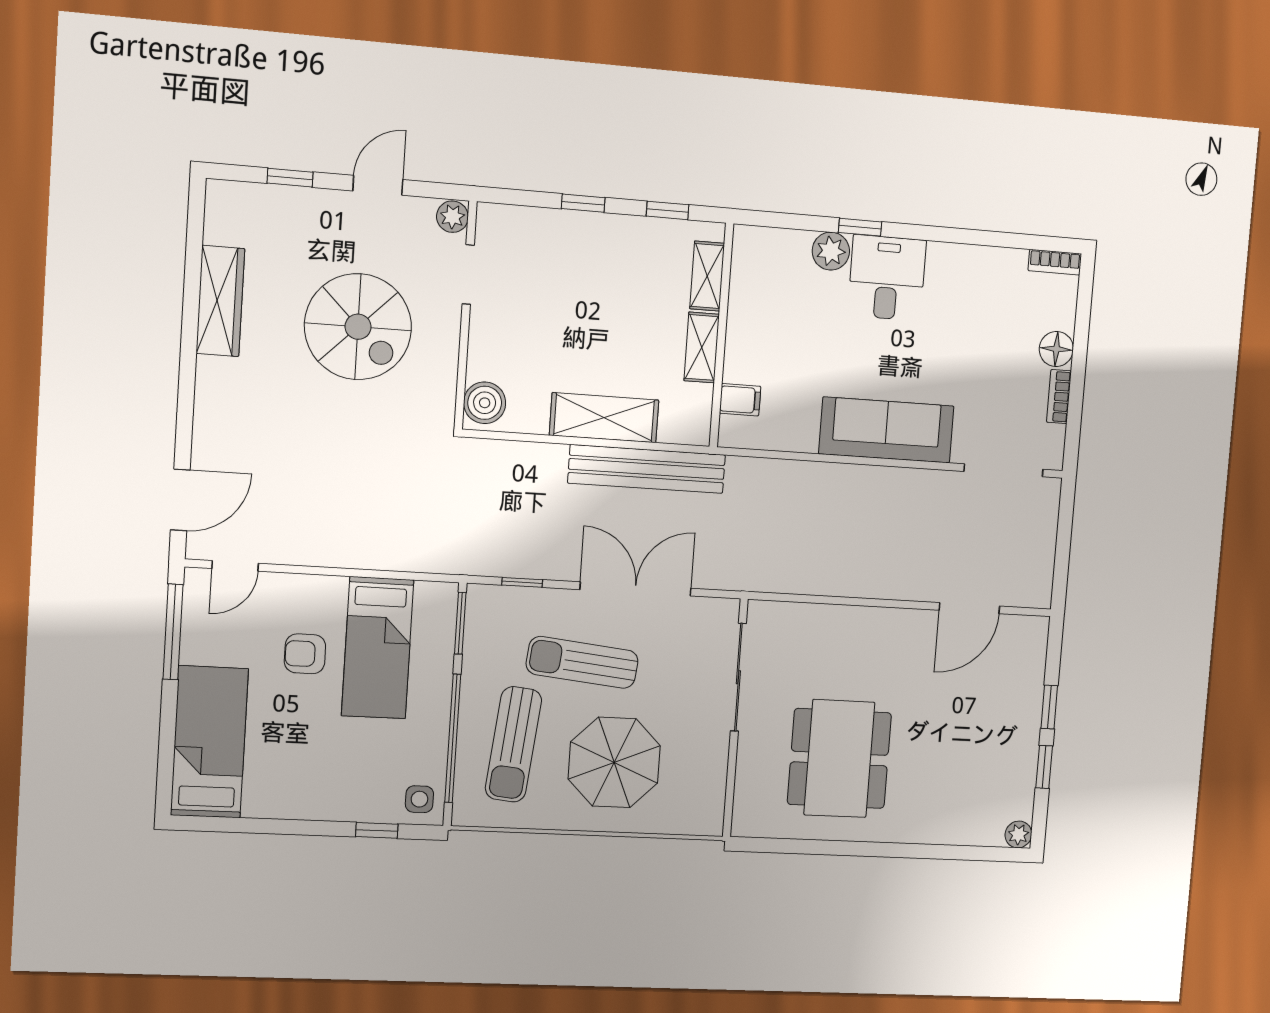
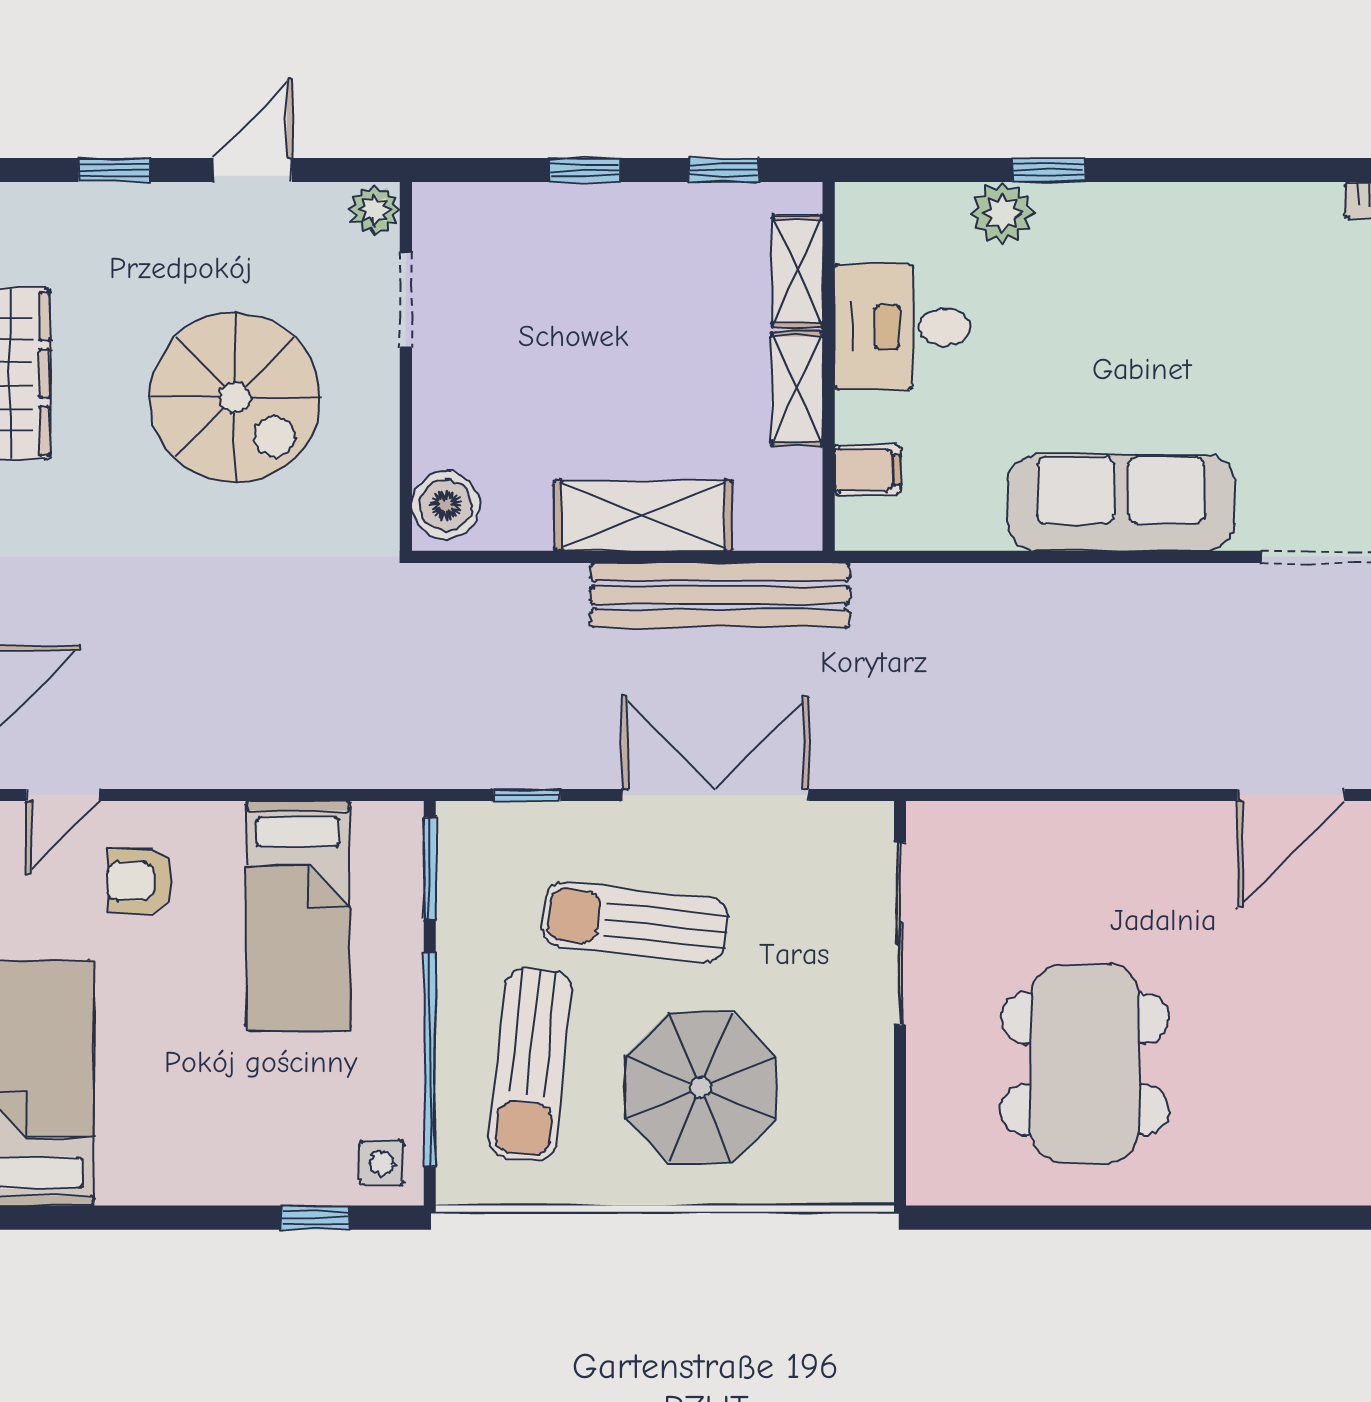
desk: (887, 278) -> (902, 327), moved, turned -90
armchair: (305, 654) -> (140, 881), moved

